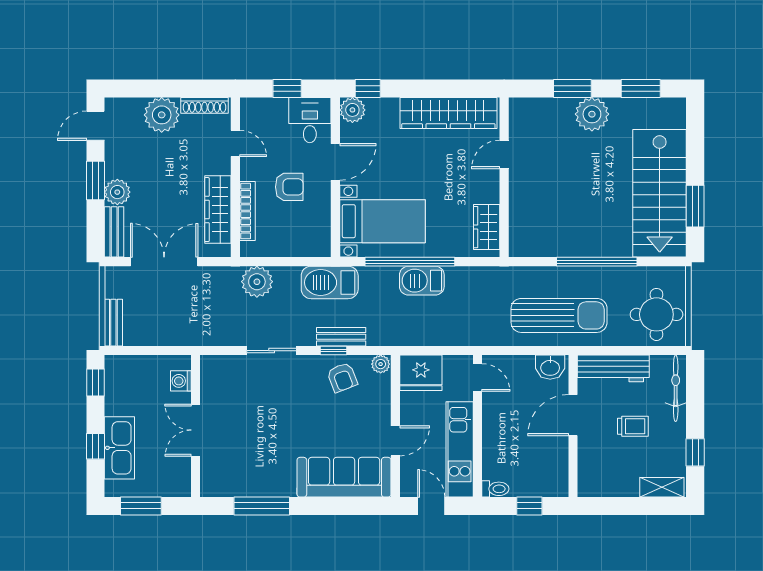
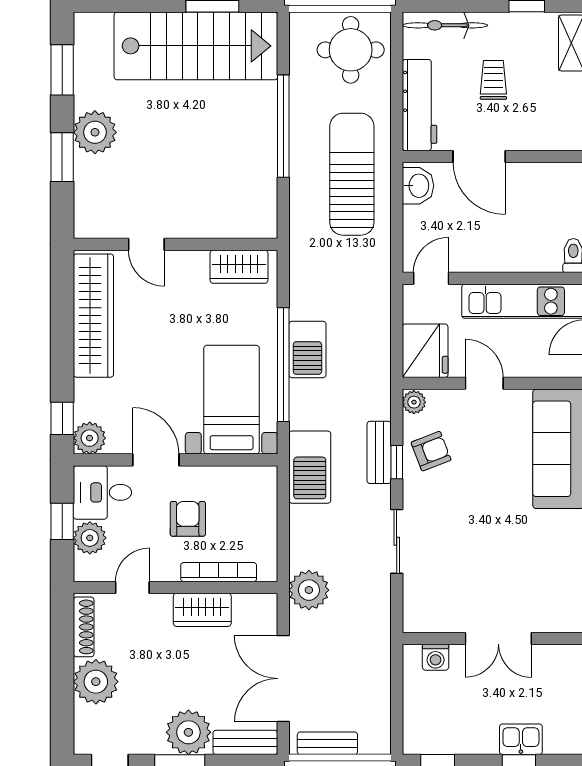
plant: (274, 110) -> (90, 538), added
plant: (117, 192) -> (188, 732), width x1.36, depth x1.36
wardrobe: (218, 210) -> (202, 610), width x0.67
plant: (257, 282) -> (309, 590), moved
bench: (113, 323) -> (327, 743), moved
door: (395, 441) -> (484, 383), moved
kitchen sink: (119, 448) -> (521, 739), width x0.53, depth x0.81

